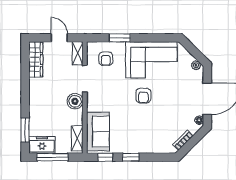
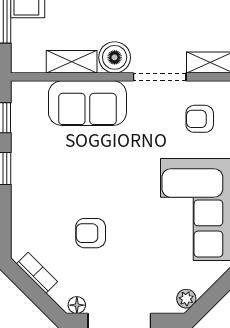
armchair: (143, 96) -> (91, 233), moved
sofa: (98, 131) -> (87, 103), moved
shelving: (77, 138) -> (72, 62), moved

